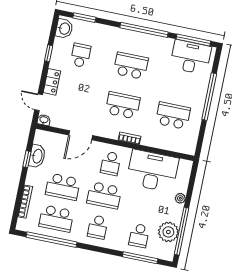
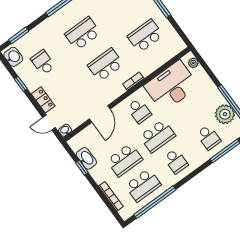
plant: (180, 198) -> (193, 63), moved

